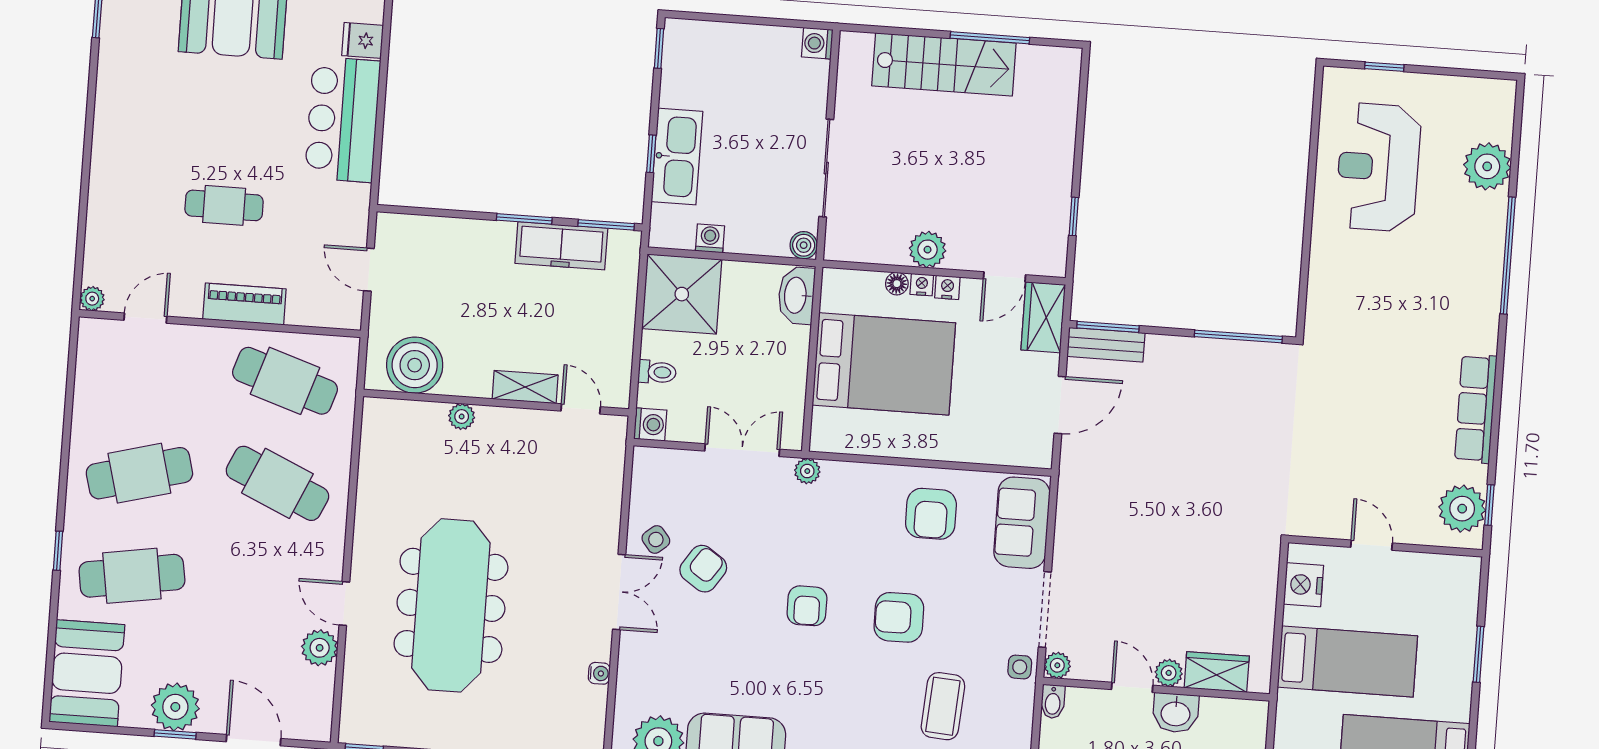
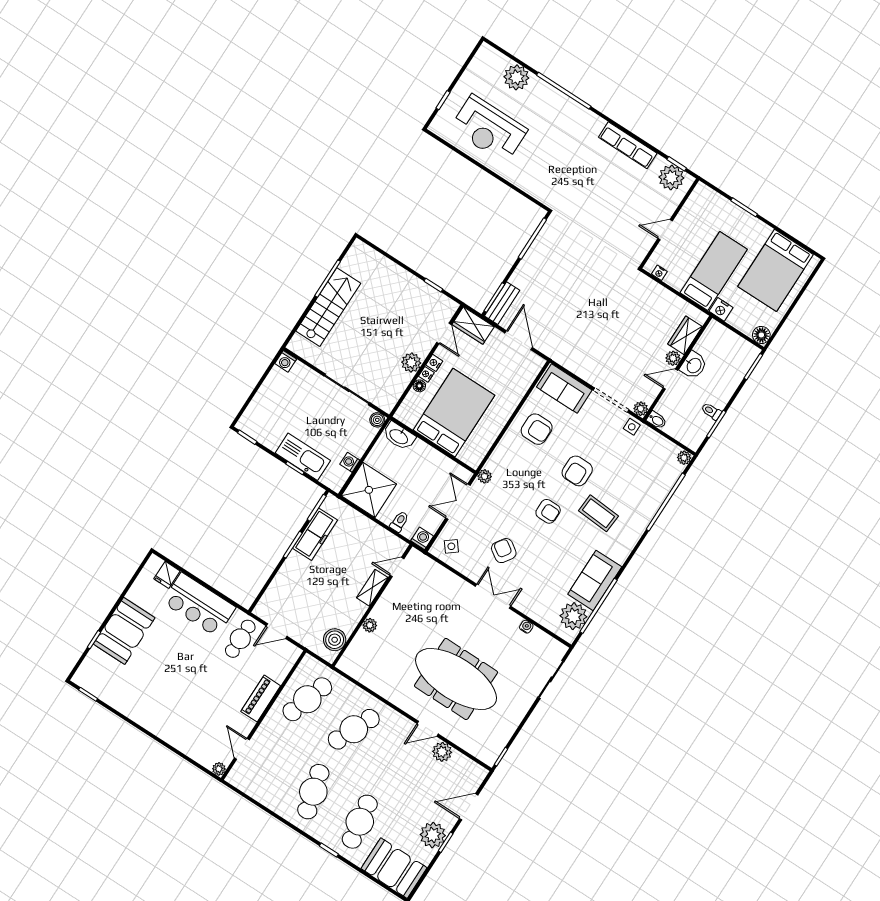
cafe table: (224, 205) -> (240, 639), moved
boiler: (415, 365) -> (335, 640), width x0.73, depth x0.73
side table: (656, 540) -> (451, 546), moved
nightstand: (1303, 585) -> (659, 273), width x0.53, depth x0.56
coffee table: (943, 706) -> (598, 513), moved
nightstand: (1291, 708) -> (721, 309), added

